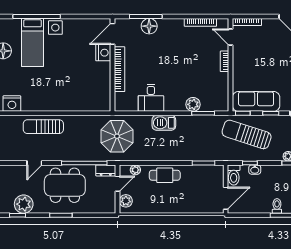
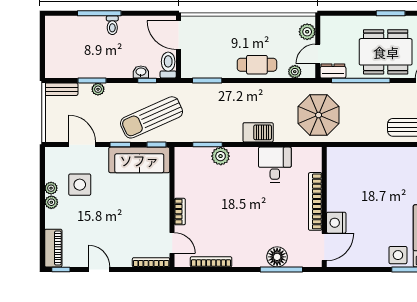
sun lounger: (247, 134) -> (152, 117), turned 138
door: (226, 198) -> (178, 35), hinge flipped

